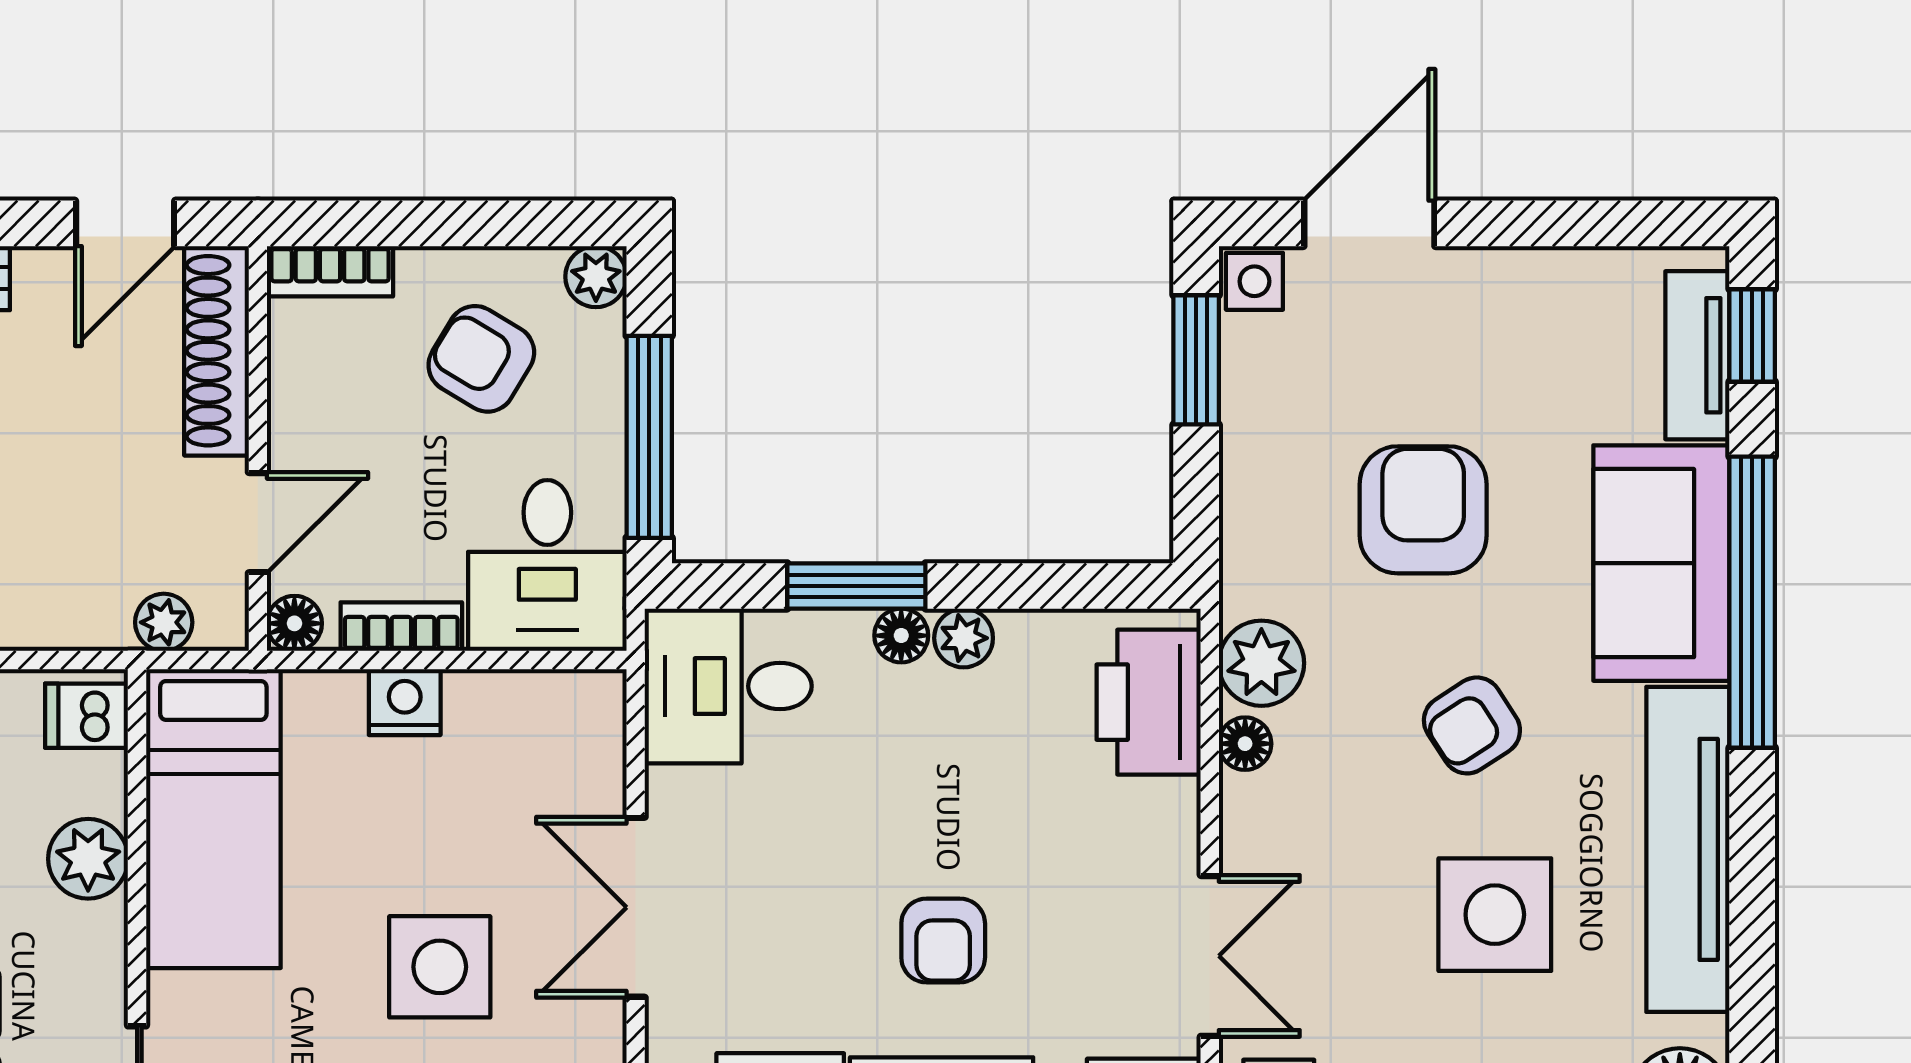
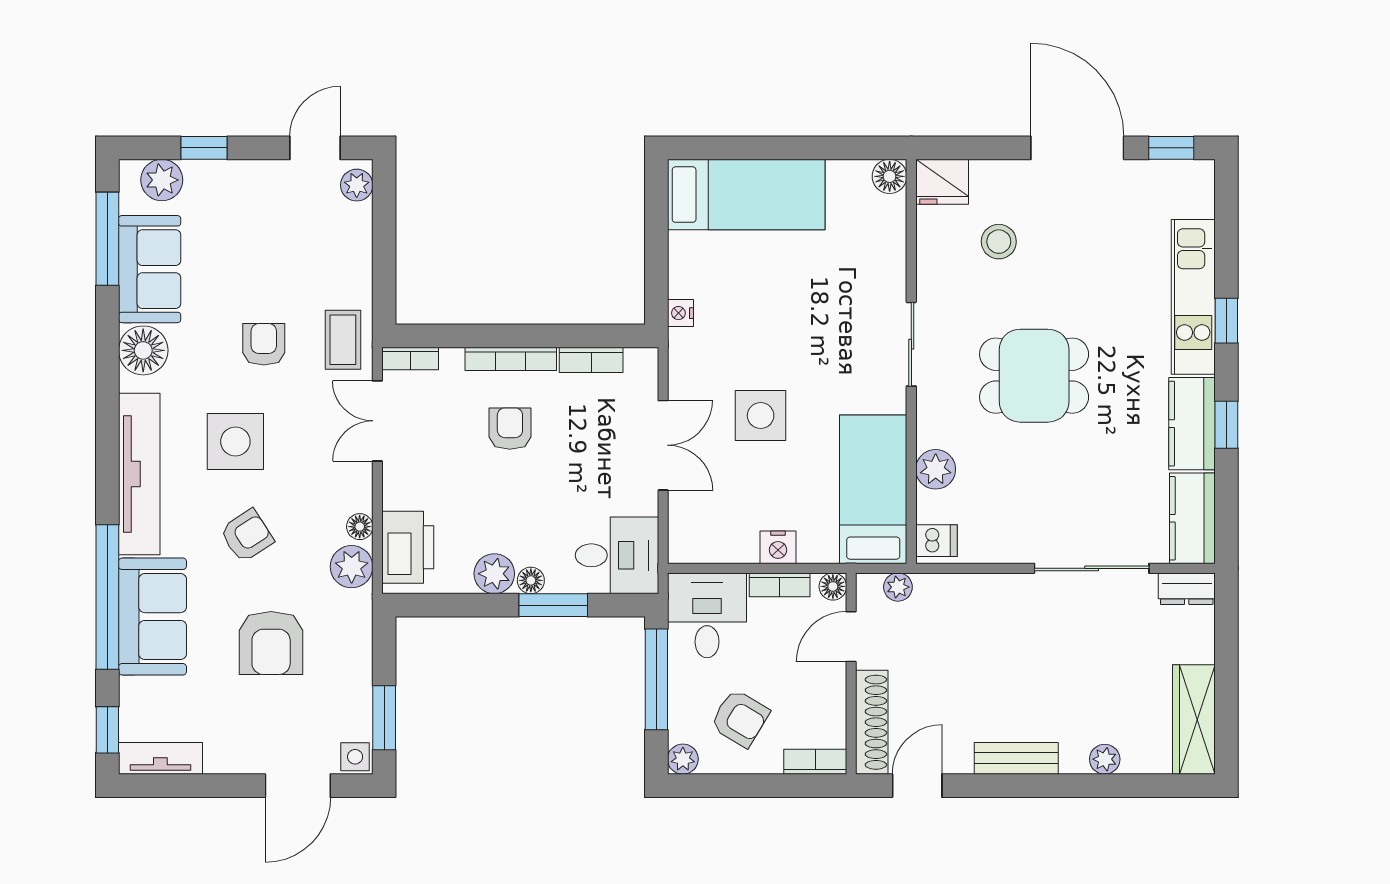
tv unit: (1697, 355) -> (160, 758), moved, turned -90
plant: (964, 638) -> (494, 574), width x1.38, depth x1.38

